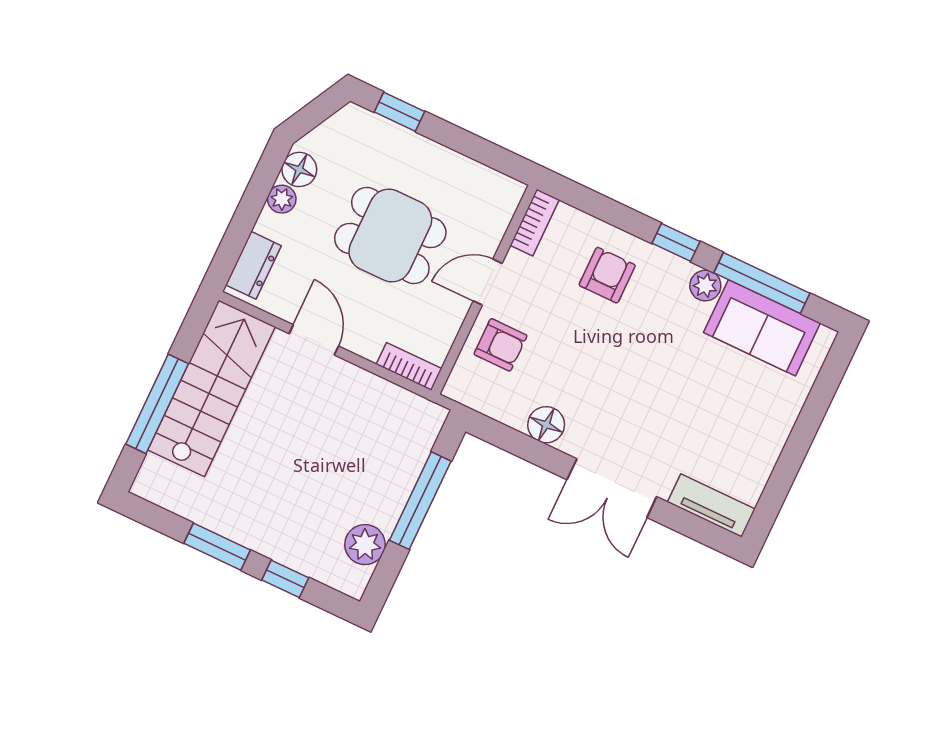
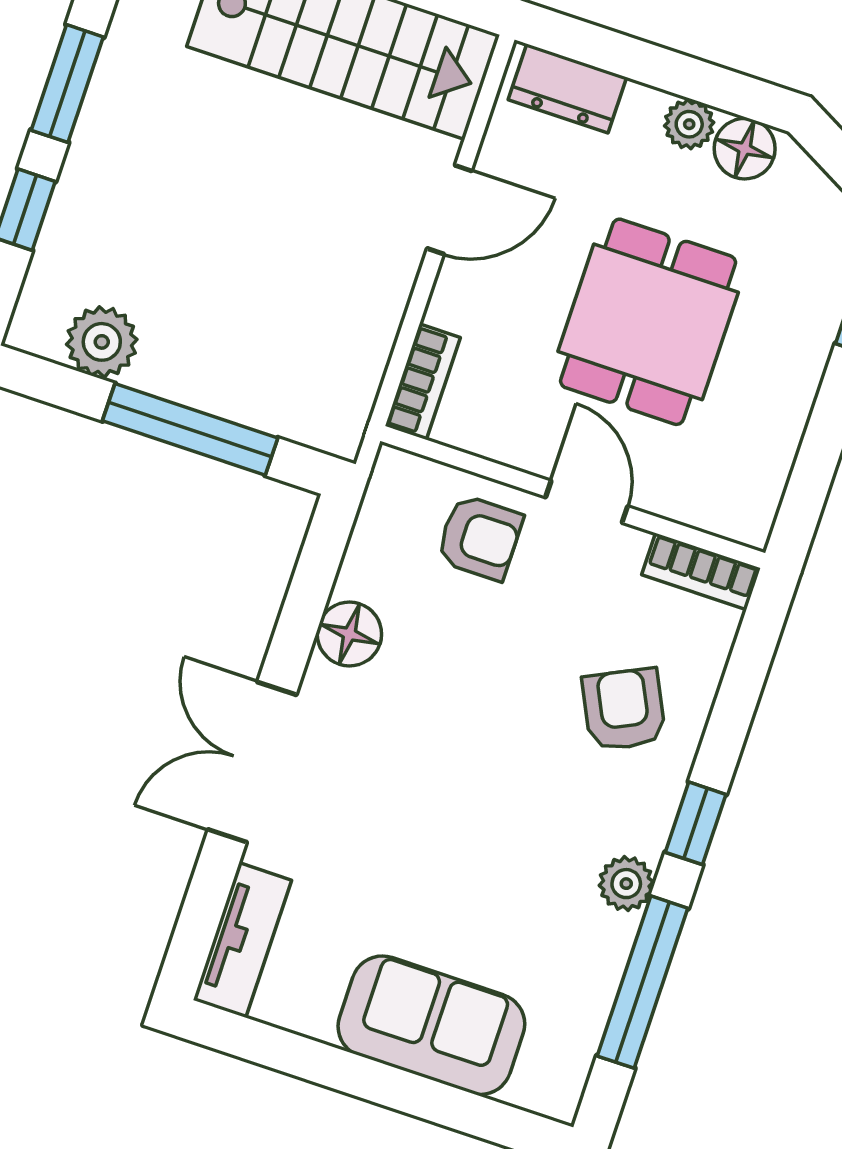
armchair: (607, 275) -> (624, 709), turned -116
sofa: (762, 328) -> (431, 1025), moved, turned 90
armchair: (501, 345) -> (480, 537), turned -90

